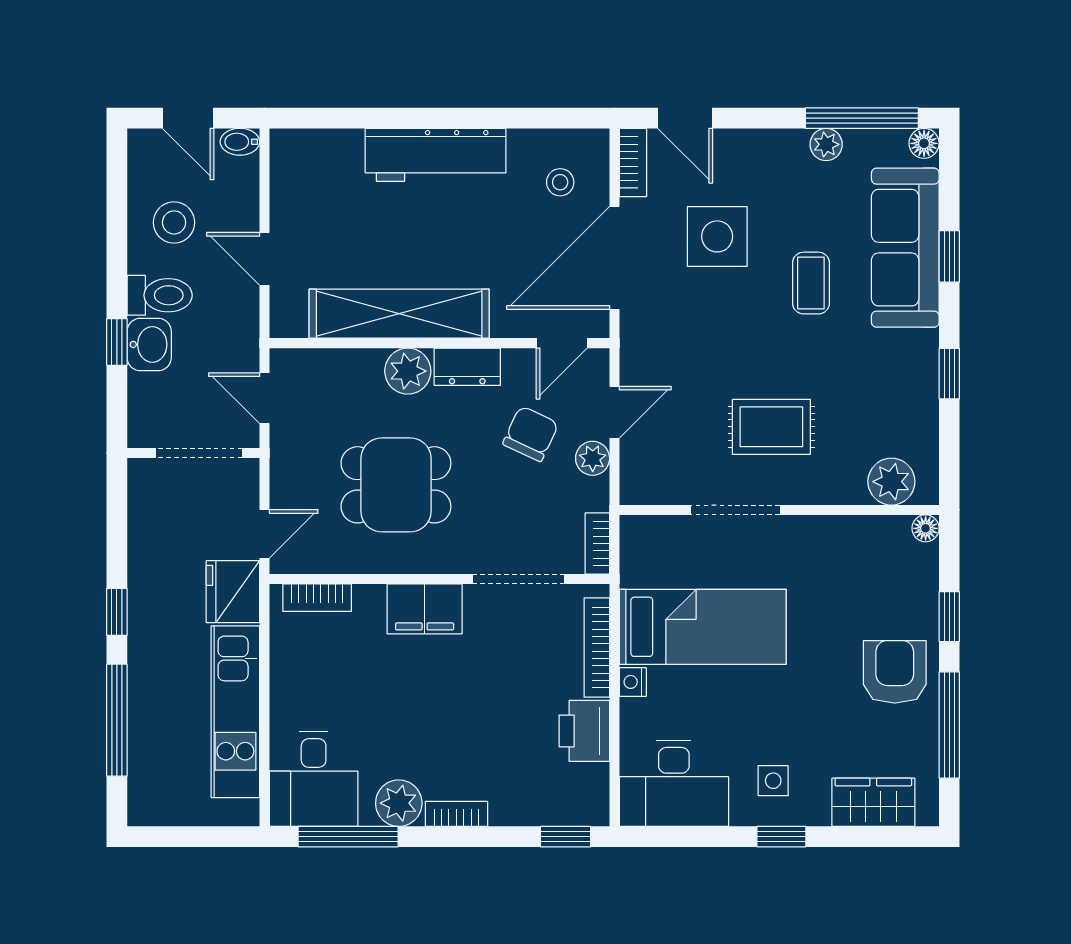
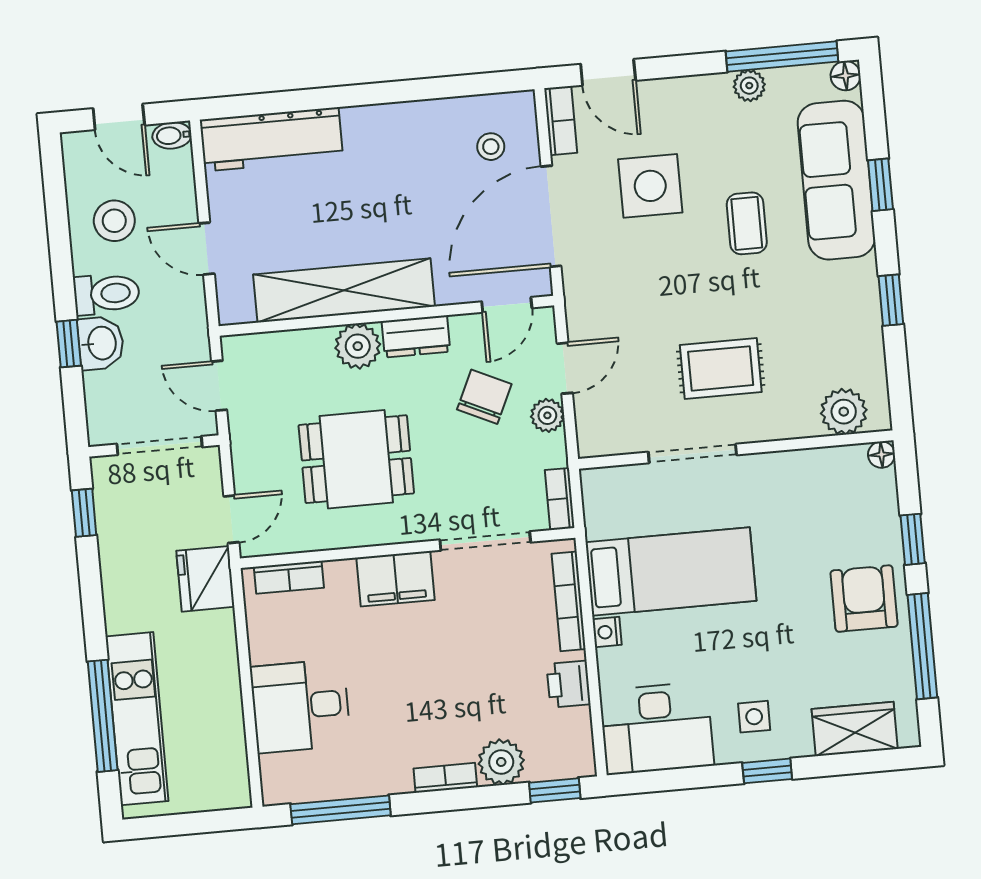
workbench: (436, 155) -> (271, 139), moved
window: (117, 612) -> (84, 513), moved
kitchen unit: (235, 712) -> (137, 719), moved, turned 180
printer: (584, 731) -> (569, 684), width x0.73, depth x0.81
desk: (314, 779) -> (300, 706), moved, turned 90
plant: (399, 803) -> (501, 762), moved

